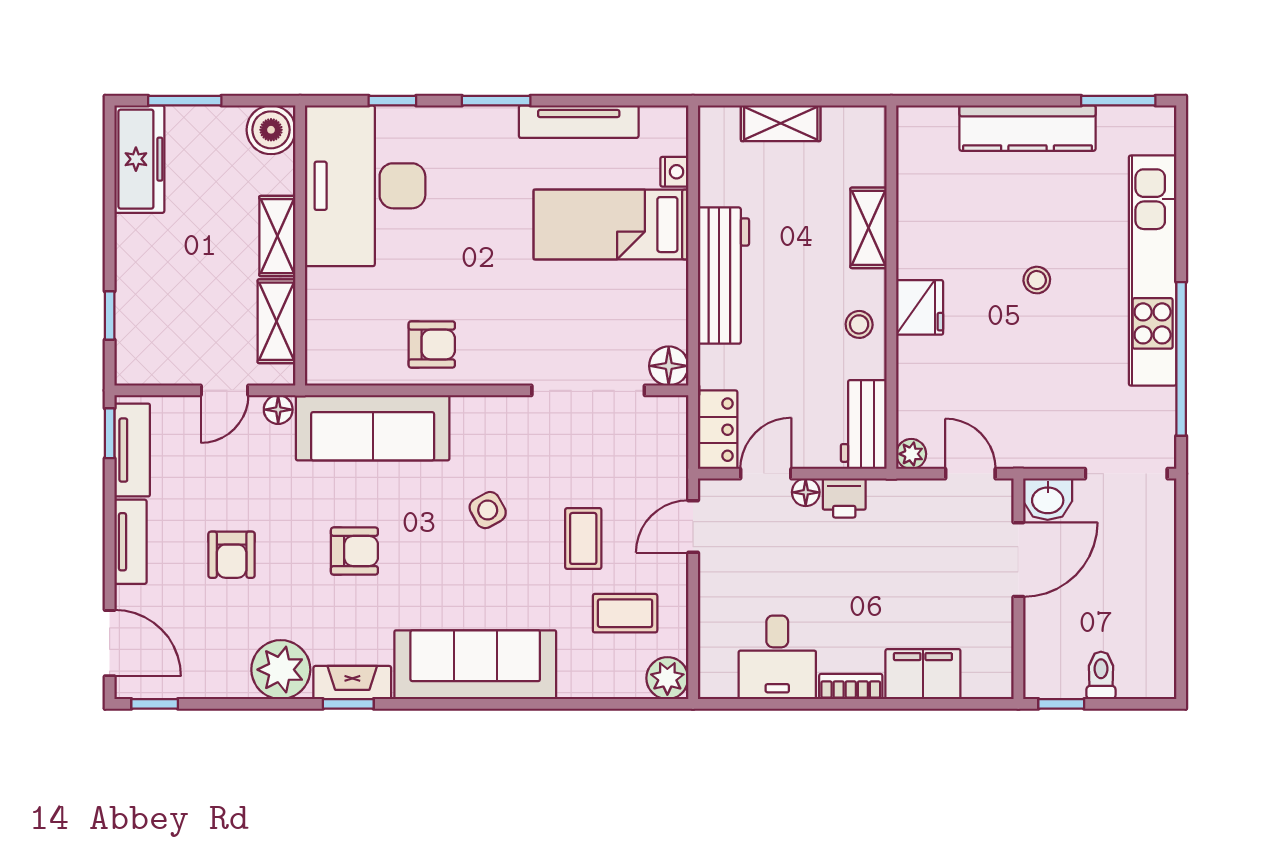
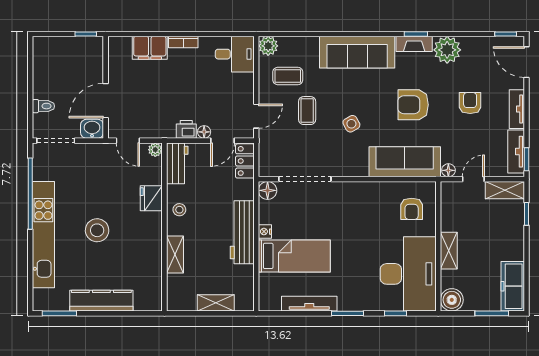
nightstand: (674, 172) -> (265, 232), moved
stool: (1037, 280) -> (97, 230), width x1.89, depth x1.89
fridge: (920, 307) -> (151, 198), moved
shelving: (277, 321) -> (505, 190), moved, turned 90
armchair: (432, 344) -> (412, 209), moved, turned -90
armchair: (354, 551) -> (413, 105), width x1.38, depth x1.38
desk: (777, 657) -> (235, 54), moved, turned 90
toilet: (1101, 675) -> (43, 106), moved, turned -90

